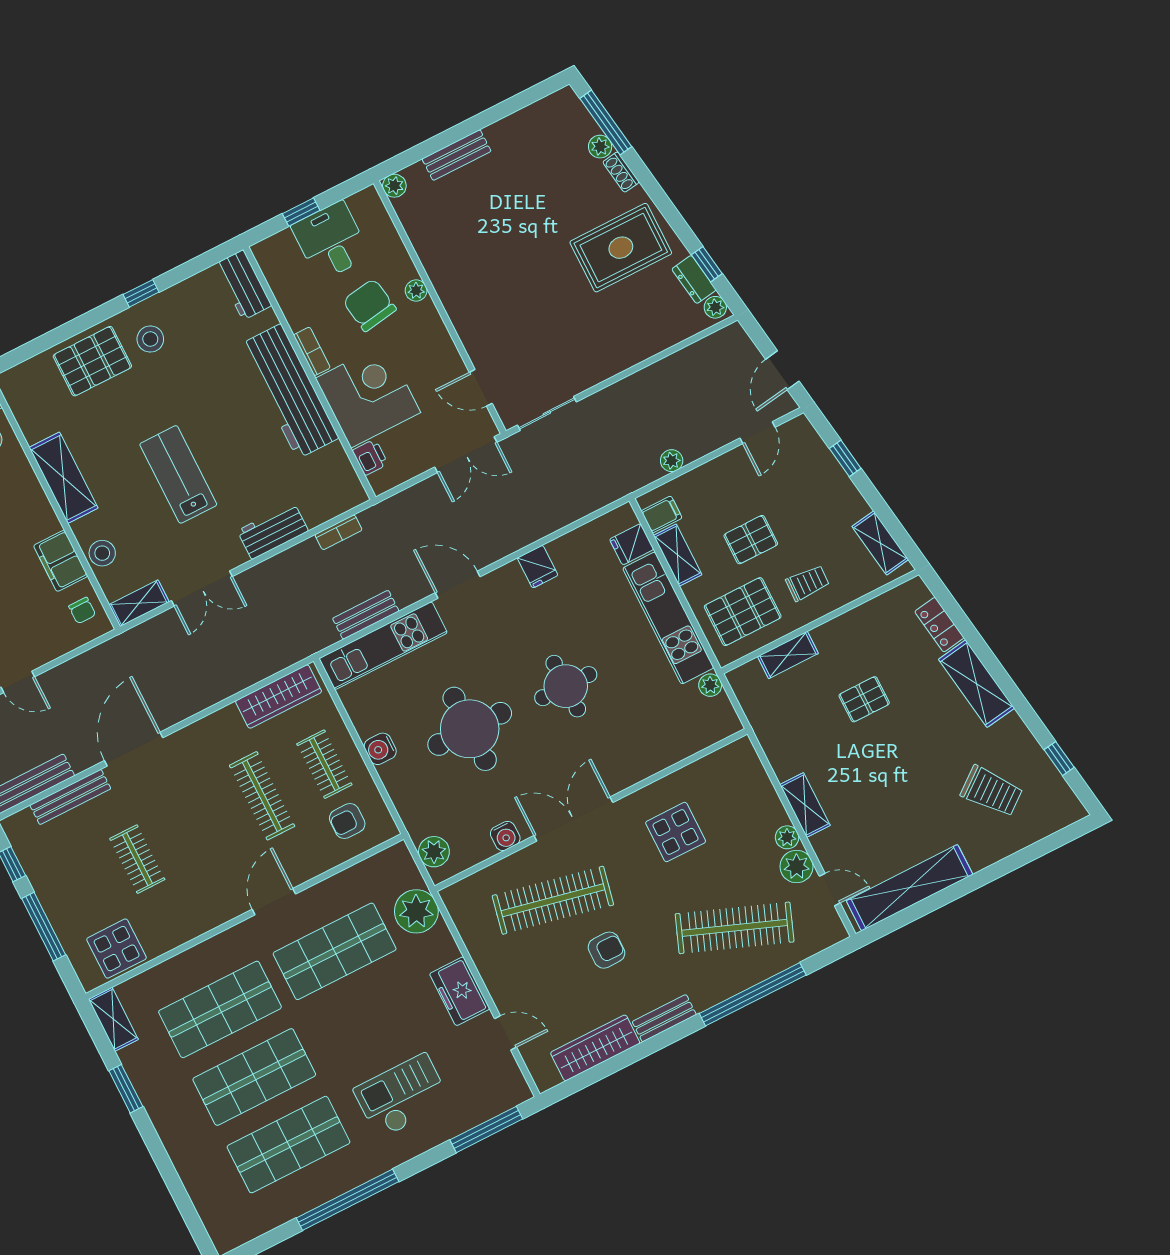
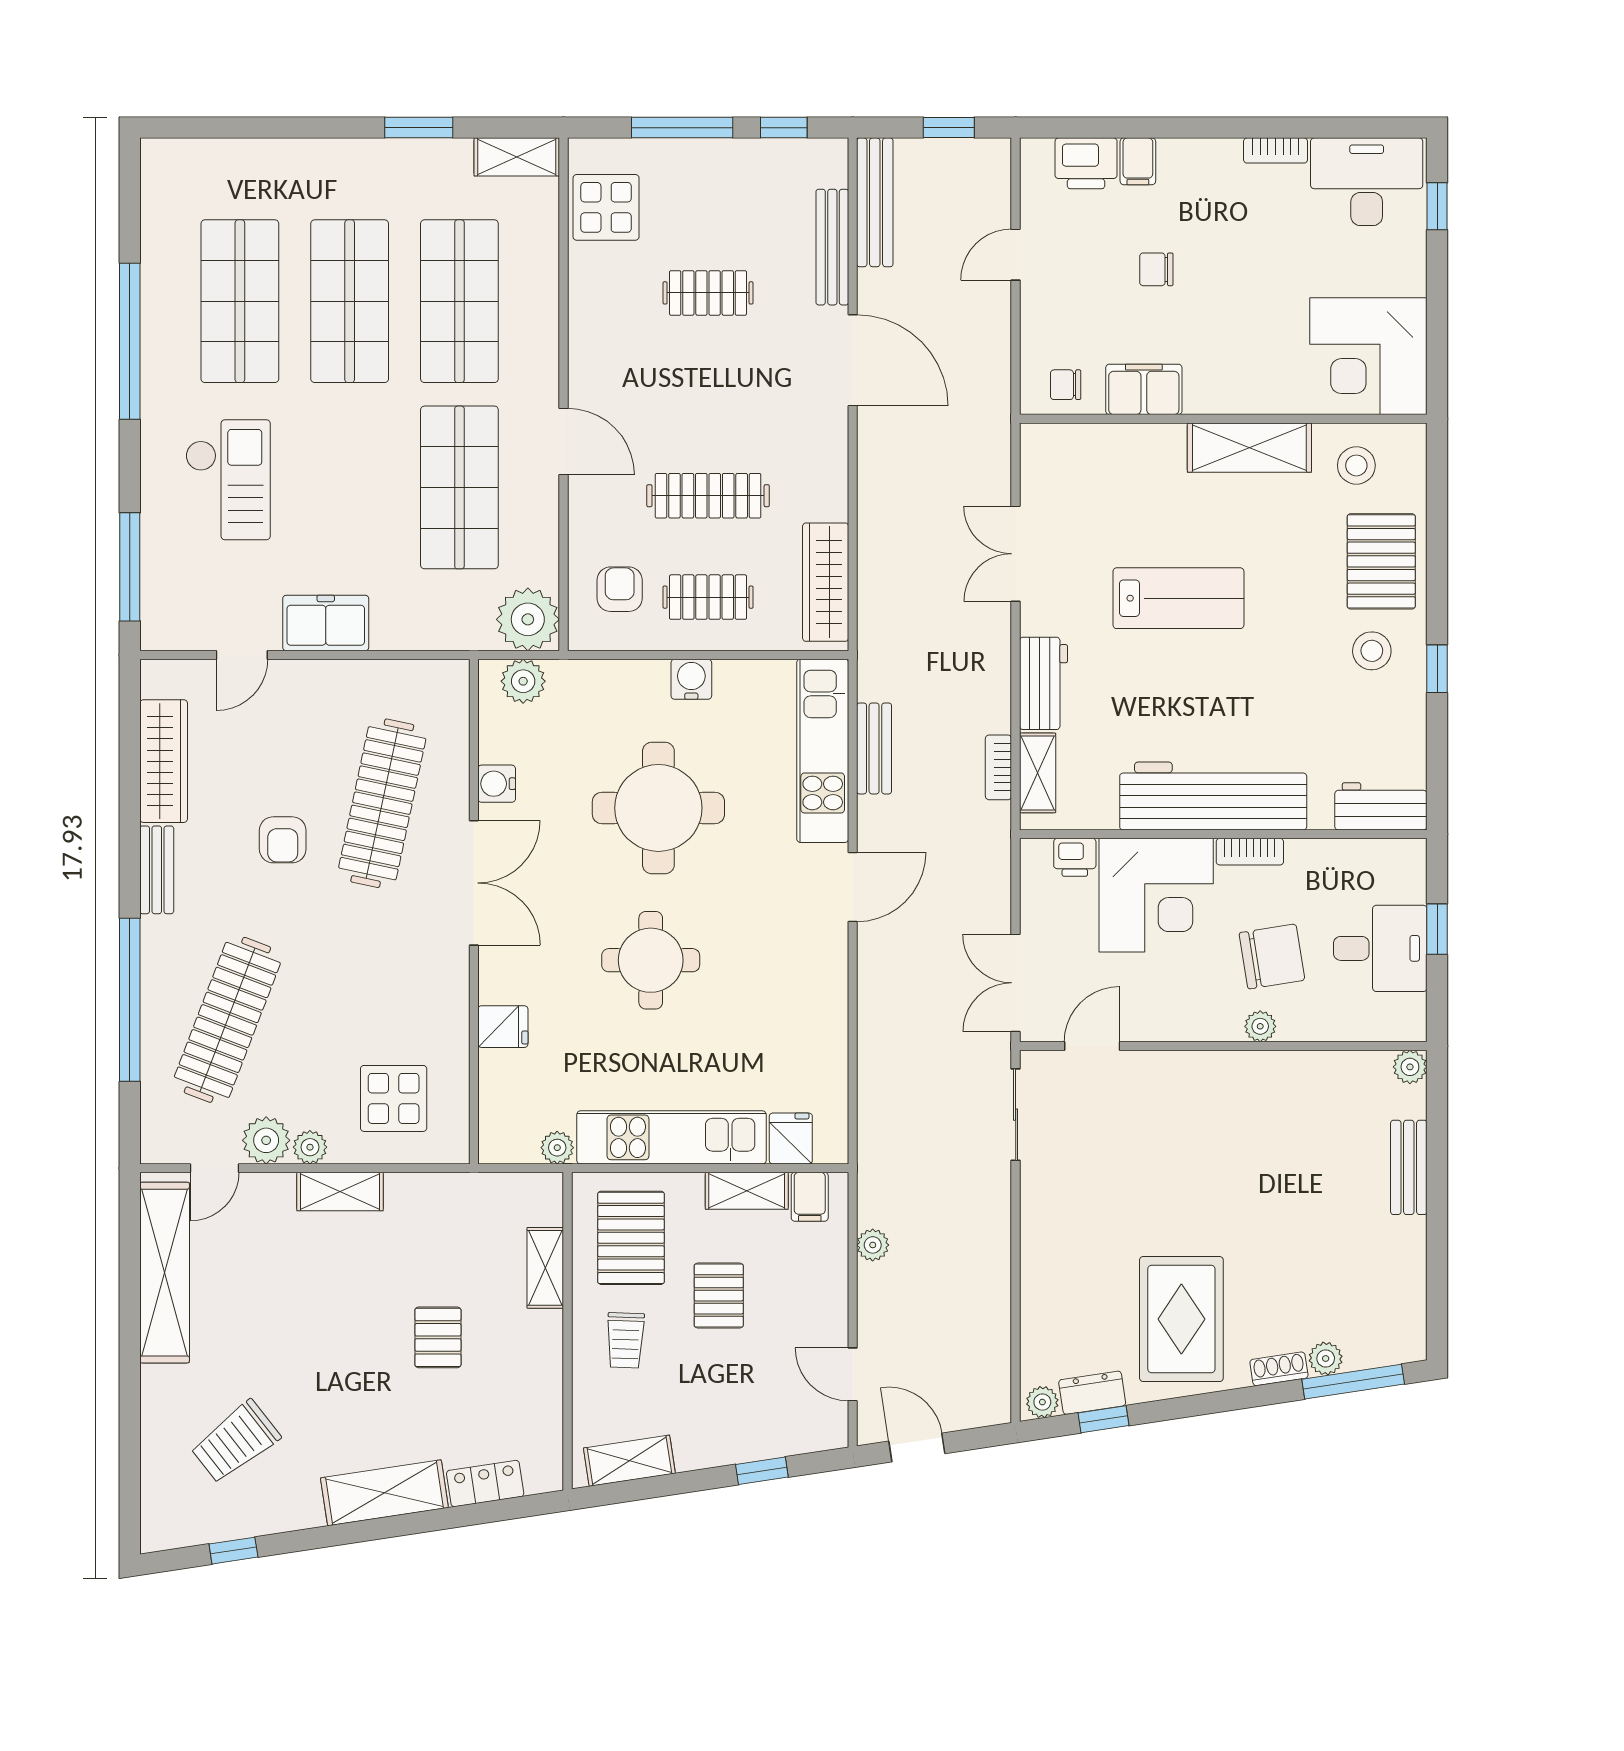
stool: (102, 553) -> (1356, 465), moved
fridge: (538, 567) -> (503, 1027), moved, turned 180
shelving: (139, 603) -> (1038, 773), moved
display table: (676, 832) -> (394, 1098), moved
plant: (416, 911) -> (528, 619), moved

